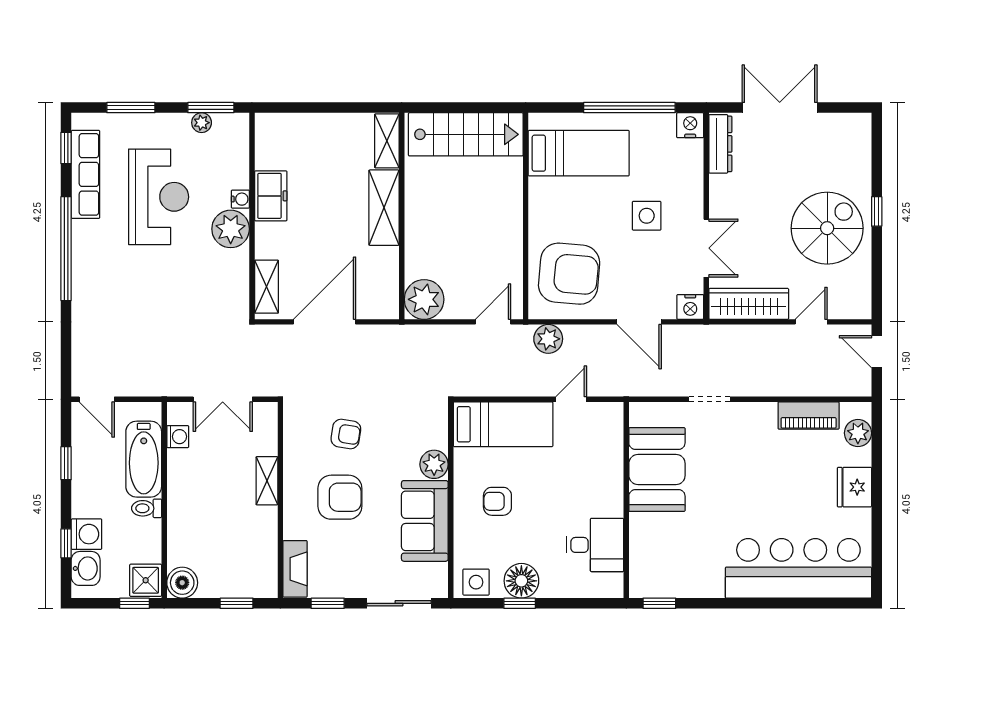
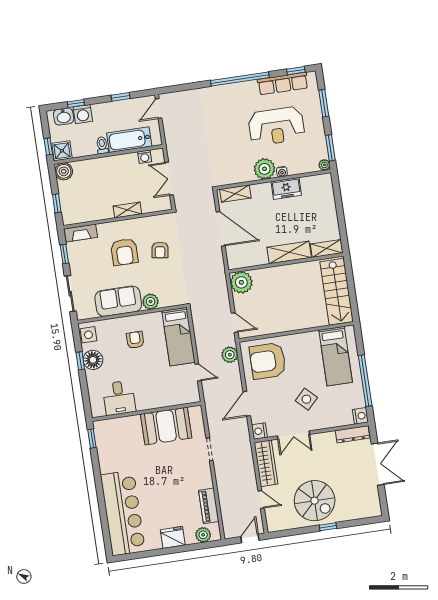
plant: (202, 123) -> (324, 165), moved
side table: (647, 216) -> (306, 399), turned 45
armchair: (569, 274) -> (268, 361), turned 85

